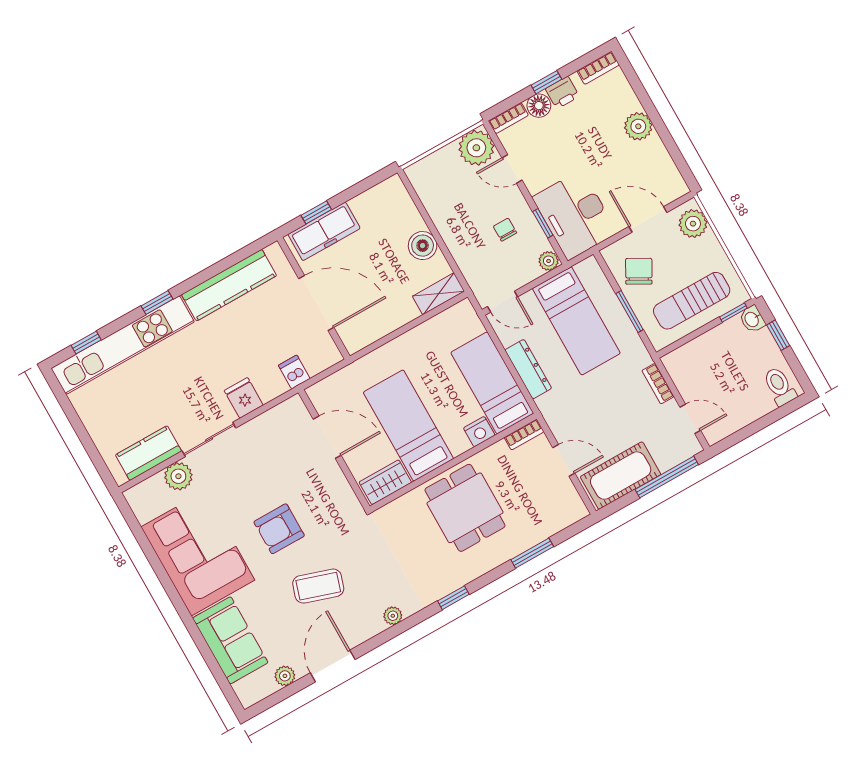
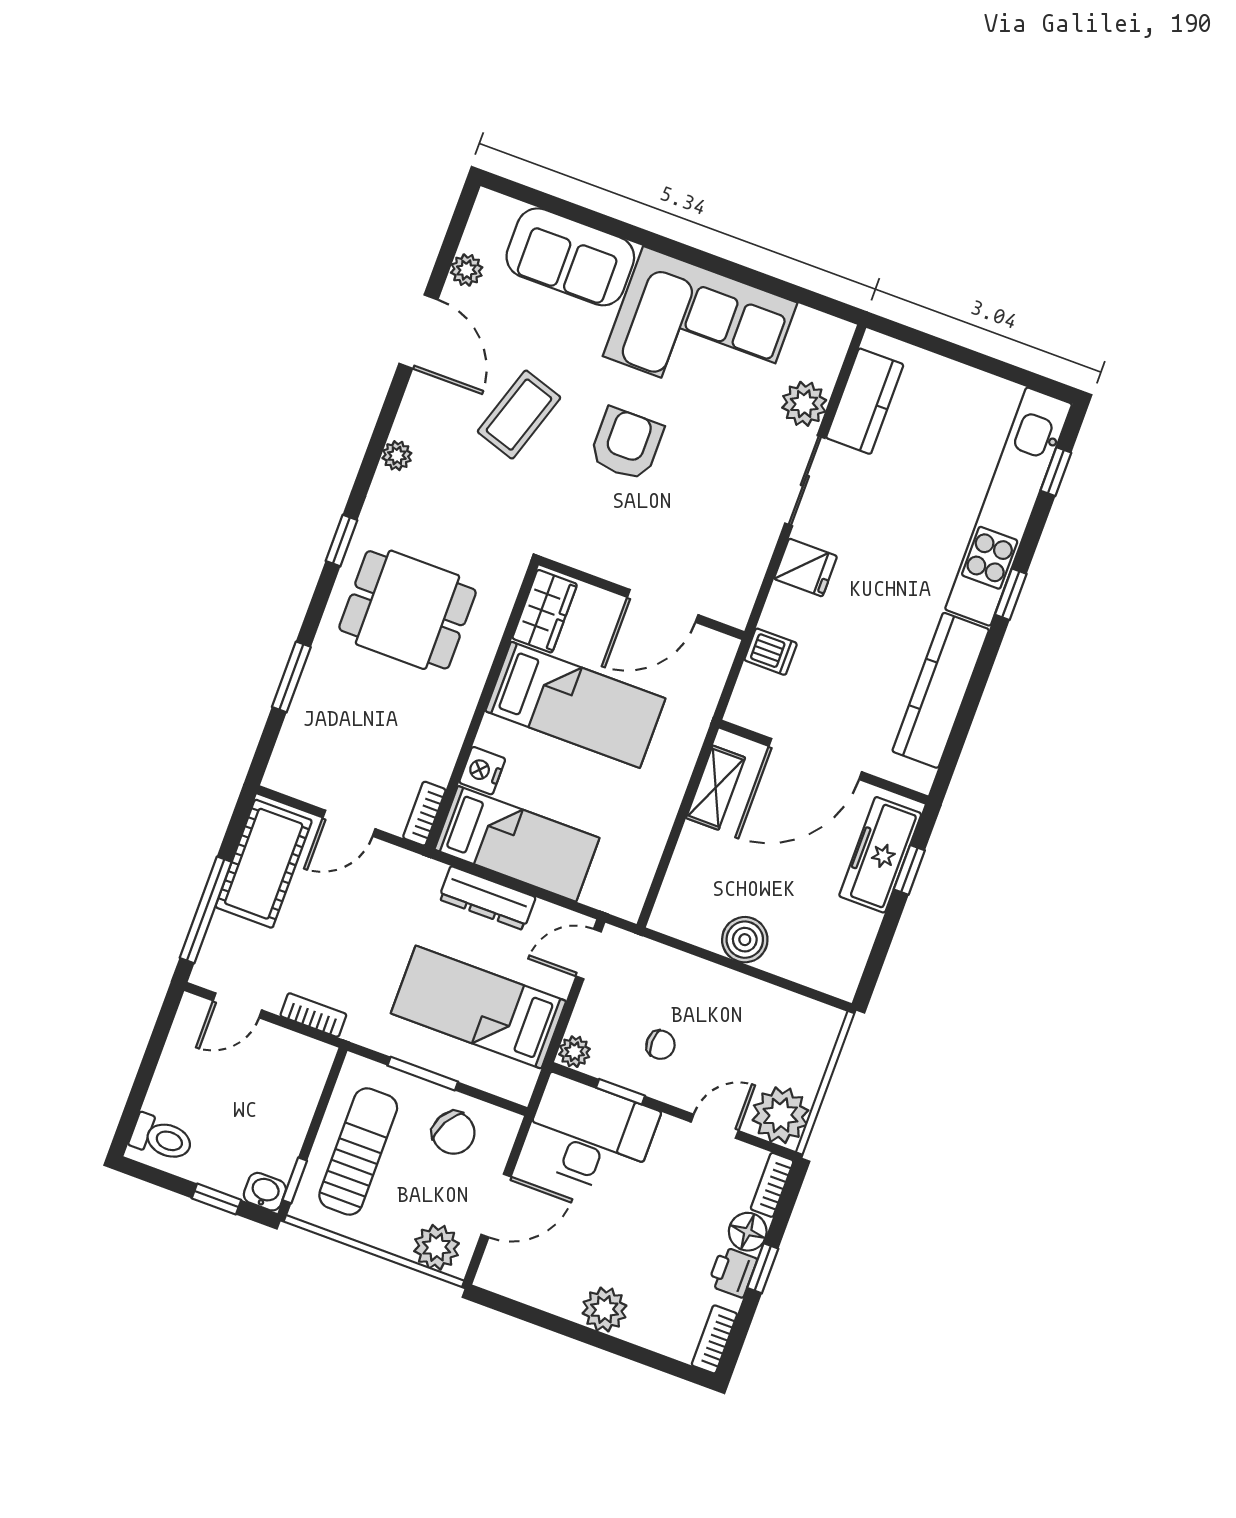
shelving: (438, 294) -> (716, 788), moved
dining table: (465, 508) -> (407, 610), moved

